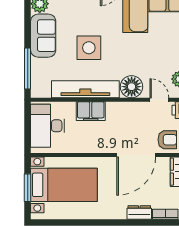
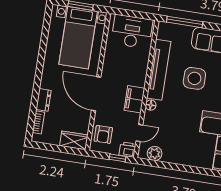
floor lamp: (132, 87) -> (151, 105), width x0.53, depth x0.53
filing cabinet: (91, 111) -> (134, 99), moved
door: (136, 155) -> (96, 94), moved

